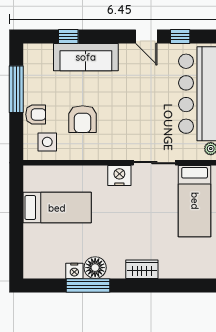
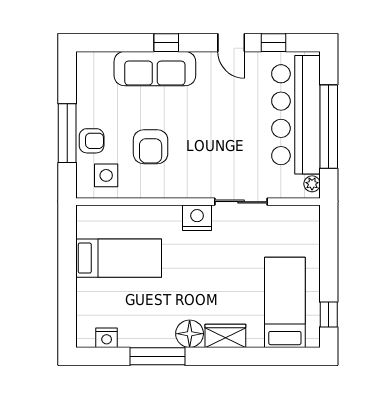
window: (68, 36) -> (166, 43), moved
window: (16, 89) -> (67, 133), moved
bed: (195, 201) -> (285, 302), moved, turned 180
floor lamp: (95, 268) -> (190, 334), moved
nightstand: (74, 271) -> (107, 338), moved

